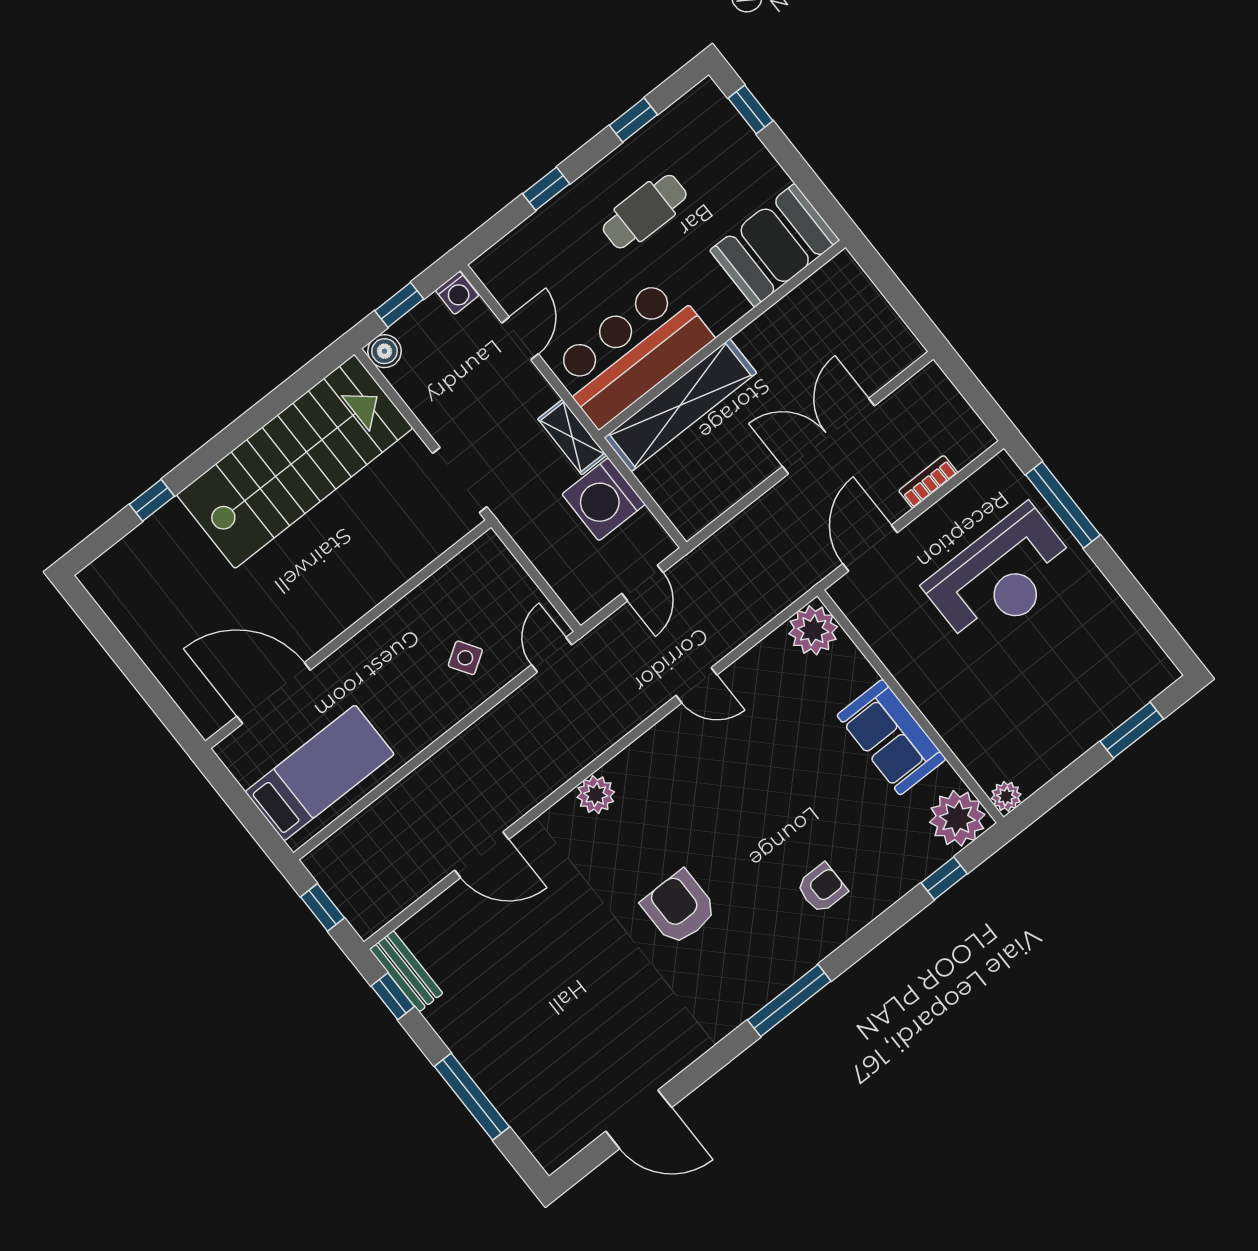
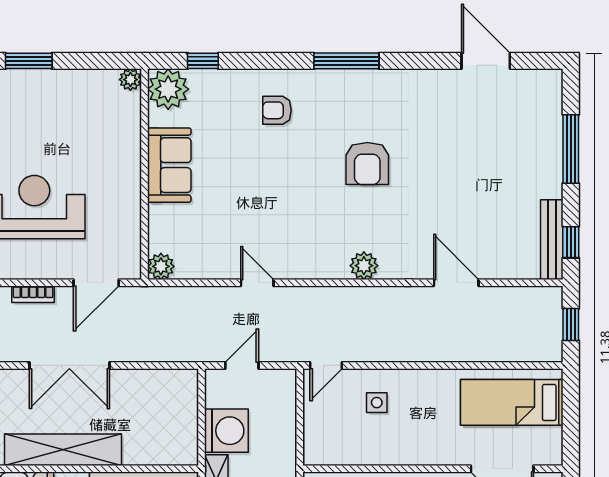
shelving: (680, 405) -> (63, 450), moved
plant: (813, 630) -> (161, 266), width x0.73, depth x0.73
side table: (465, 658) -> (377, 403), turned 33
bench: (406, 971) -> (552, 240), width x1.36

